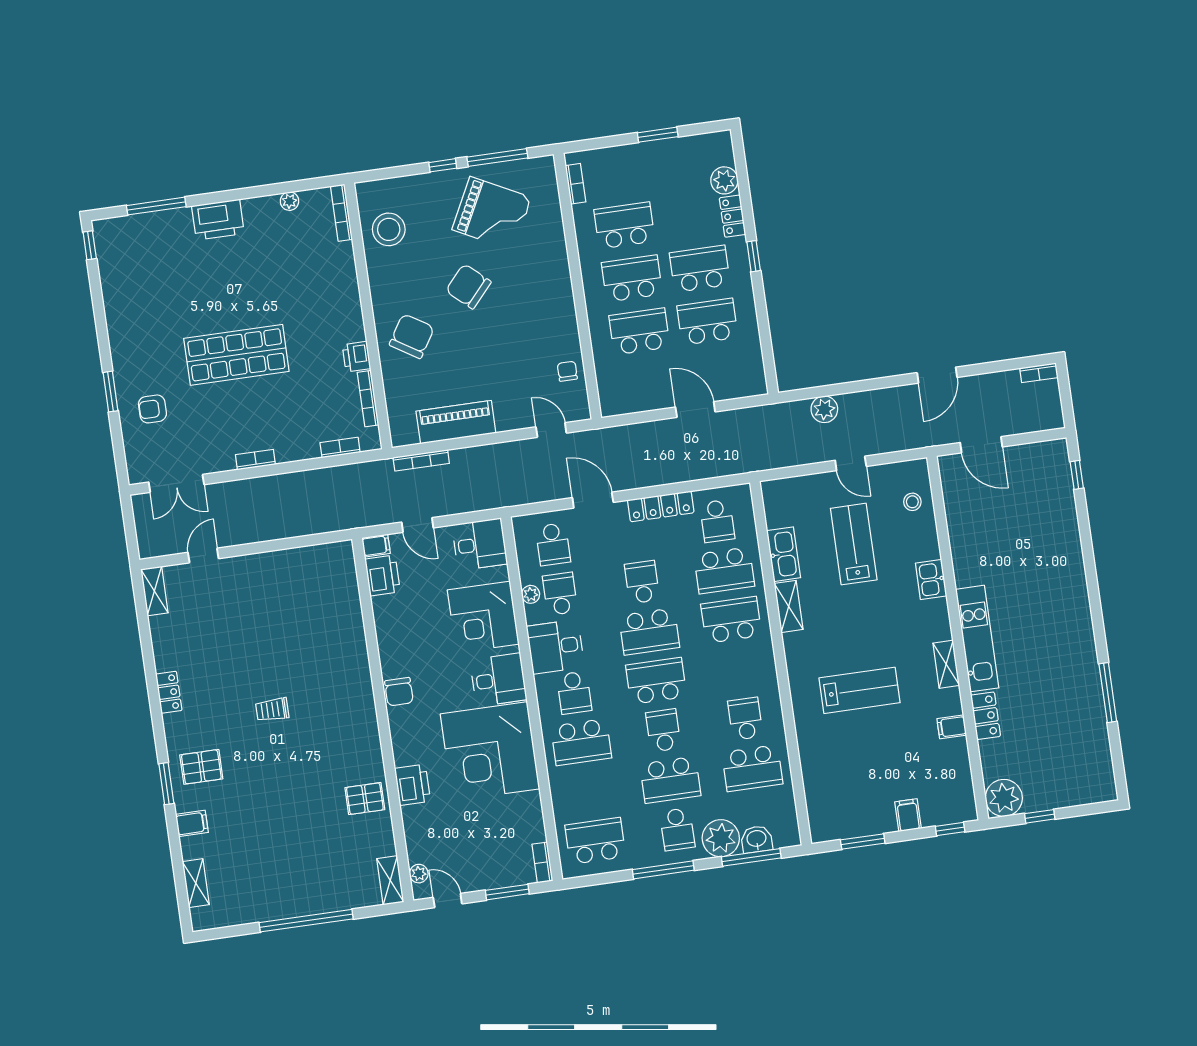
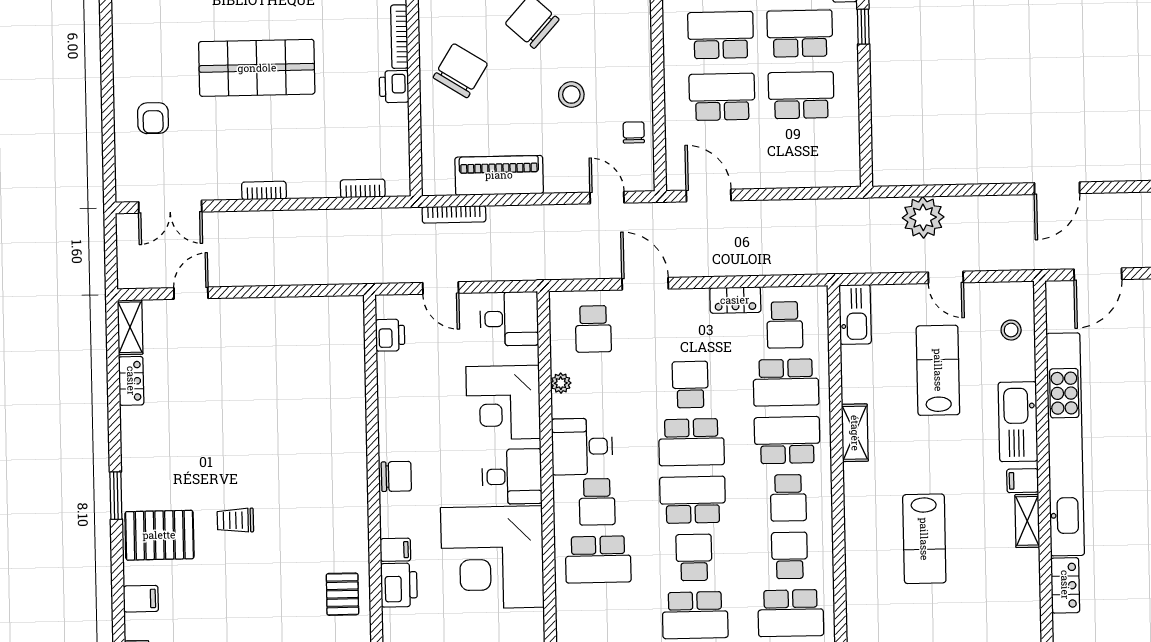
stool: (510, 345) -> (571, 95), added
window: (111, 392) -> (107, 92), removed
bookcase: (368, 399) -> (399, 37), moved
armchair: (152, 409) -> (153, 118), turned -90
door: (695, 409) -> (709, 195), moved
plant: (824, 409) -> (923, 217), width x1.36, depth x1.36
door: (981, 445) -> (1098, 274), hinge flipped
locker: (661, 506) -> (735, 300), width x0.66
filing cabinet: (376, 546) -> (395, 550), moved
kitchen sink: (784, 554) -> (855, 314), moved
printer: (383, 575) -> (390, 335), width x0.73, depth x0.81
kitchen sink: (931, 579) -> (1018, 422), width x1.88, depth x1.24
school desk: (560, 594) -> (788, 498), moved, turned 180
kitchen unit: (977, 639) -> (1065, 444), width x1.86
lab bench: (860, 690) -> (924, 539), turned 90
locker: (169, 692) -> (131, 381), moved
chair: (399, 692) -> (396, 476), turned -90
trolley: (272, 710) -> (235, 520), moved
filing cabinet: (952, 727) -> (1023, 481), moved
pallet: (201, 767) -> (159, 535), width x1.50, depth x1.42
window: (166, 784) -> (116, 496), moved
pallet: (365, 799) -> (342, 594), turned 90

